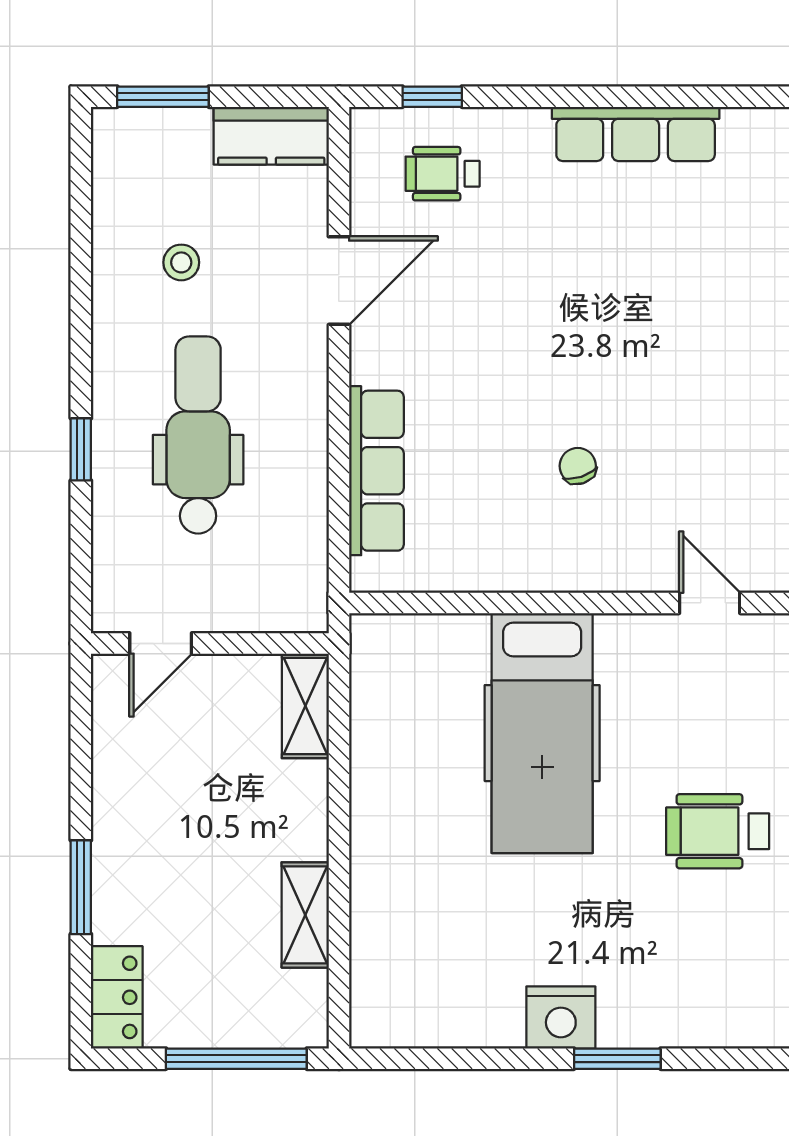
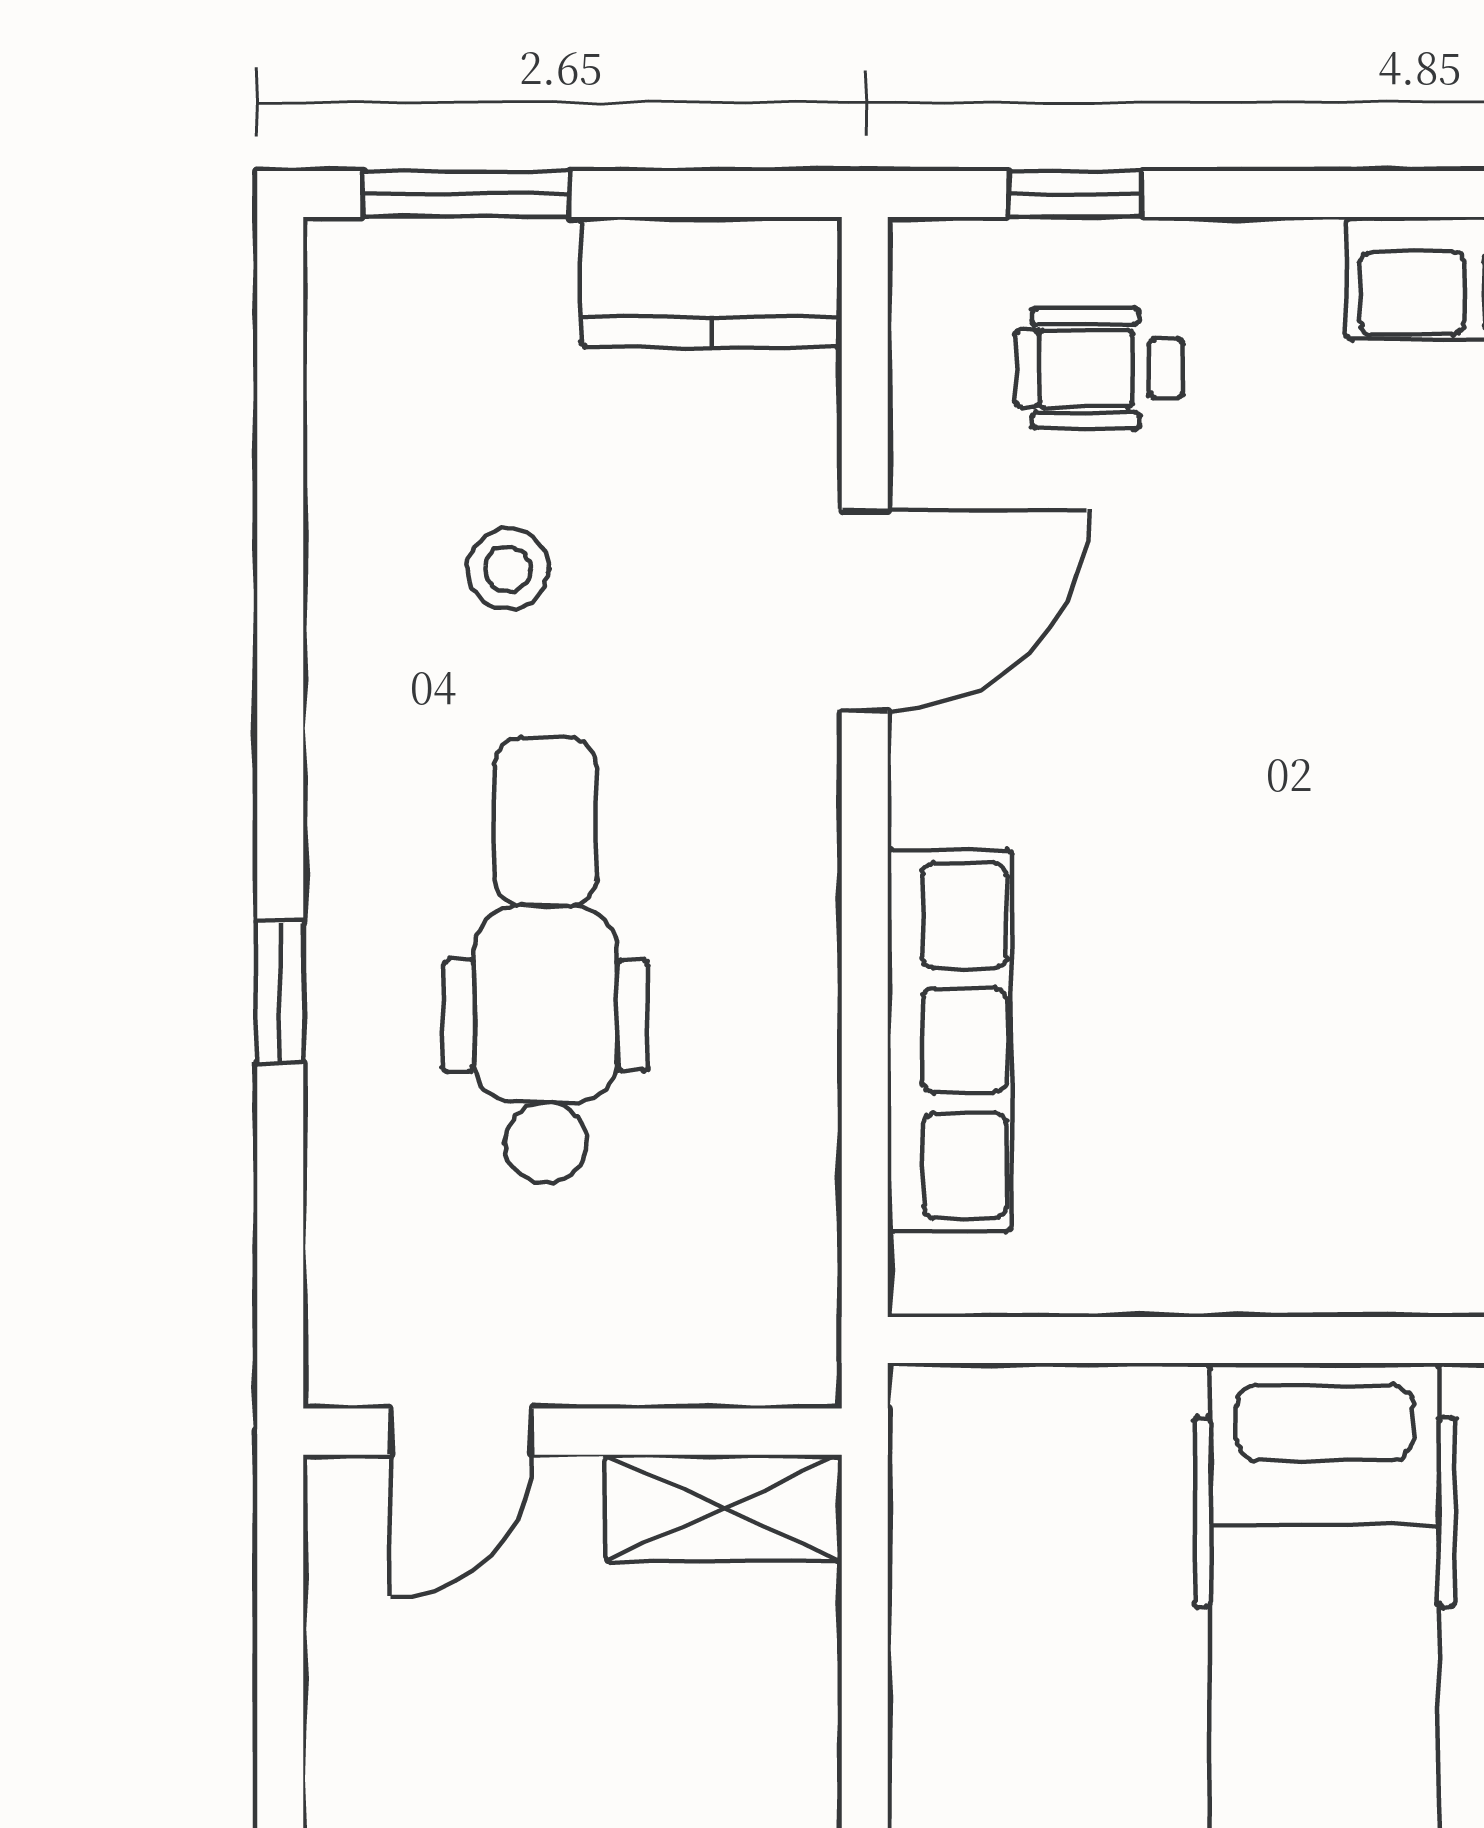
chair: (578, 466) -> (1405, 1030), removed
shelving: (305, 706) -> (723, 1508), moved, turned 90

